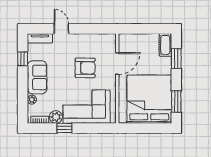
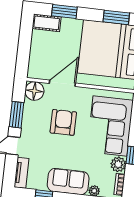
window: (87, 29) -> (17, 115), added
floor lamp: (108, 41) -> (34, 91), added
door: (117, 63) -> (62, 83), hinge flipped

